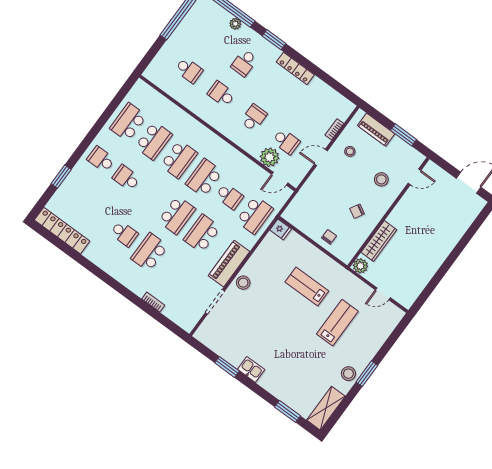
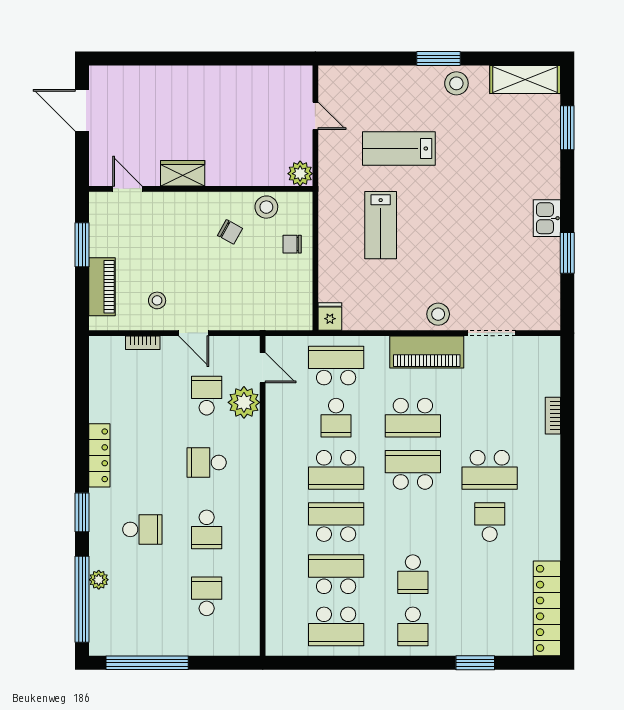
stool: (381, 179) -> (266, 207), moved
school desk: (229, 196) -> (336, 418), turned 180
wardrobe: (379, 241) -> (183, 173), moved, width x0.67

